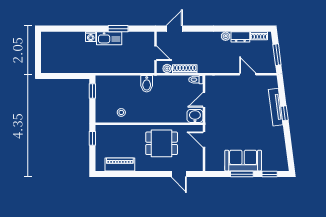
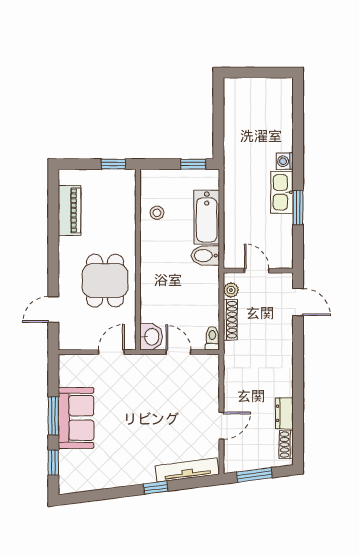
plant: (226, 36) -> (285, 389), removed
door: (156, 53) -> (257, 271), swing flipped
bathtub: (124, 83) -> (207, 217), added
tv unit: (276, 107) -> (187, 470), moved

